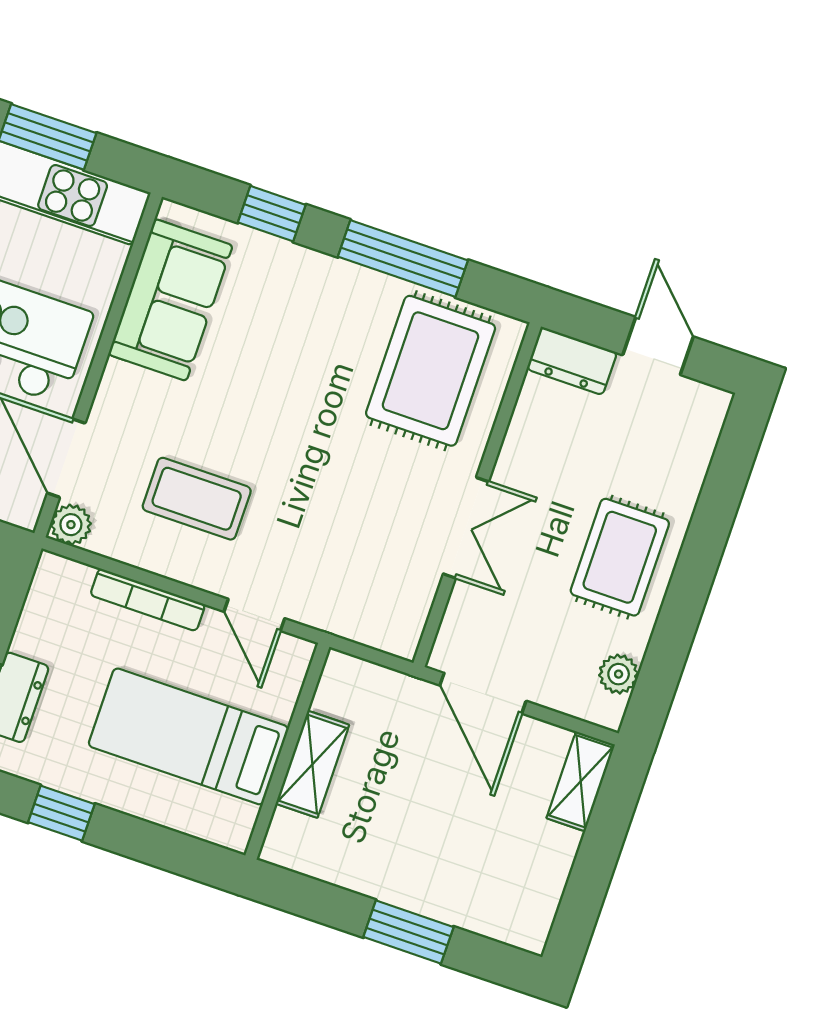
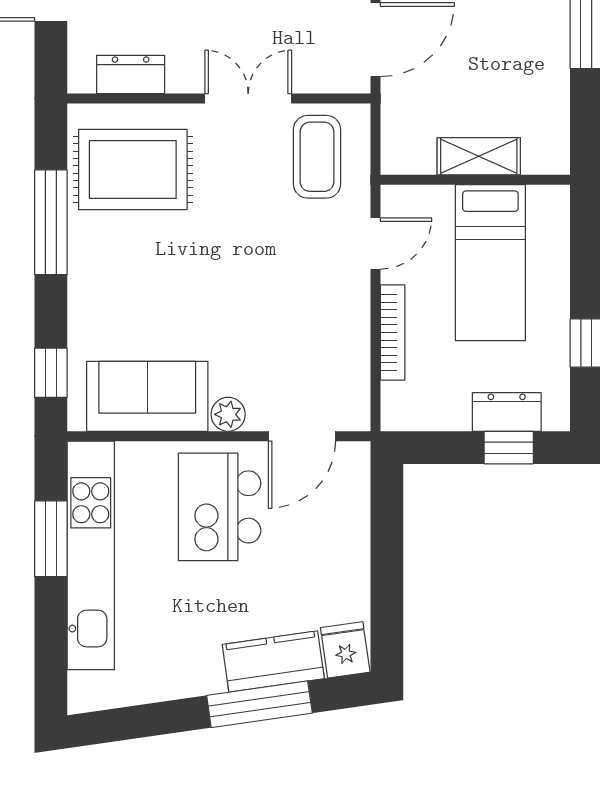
window: (272, 214) -> (51, 373), moved
dresser: (572, 361) -> (131, 74), moved, turned -90
coffee table: (197, 499) -> (317, 157), moved
plant: (71, 525) -> (228, 414), moved

